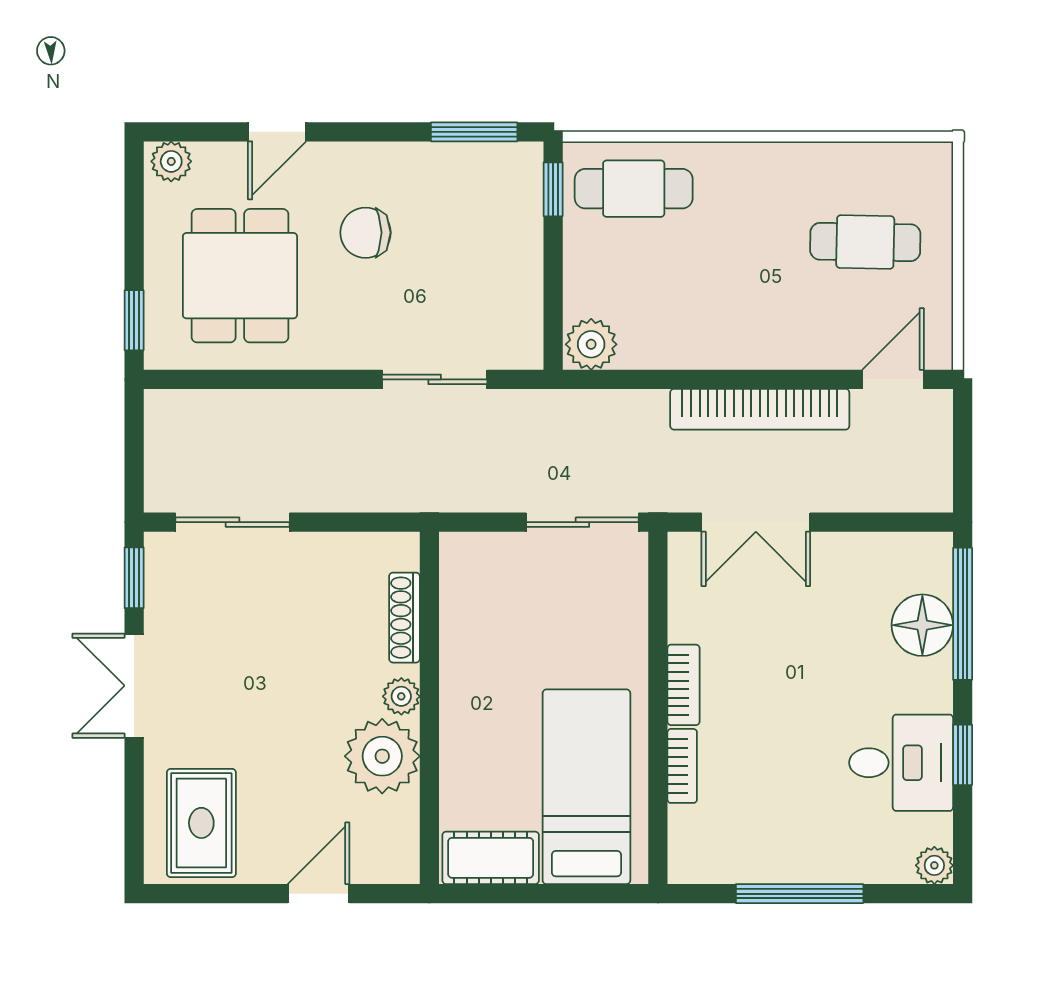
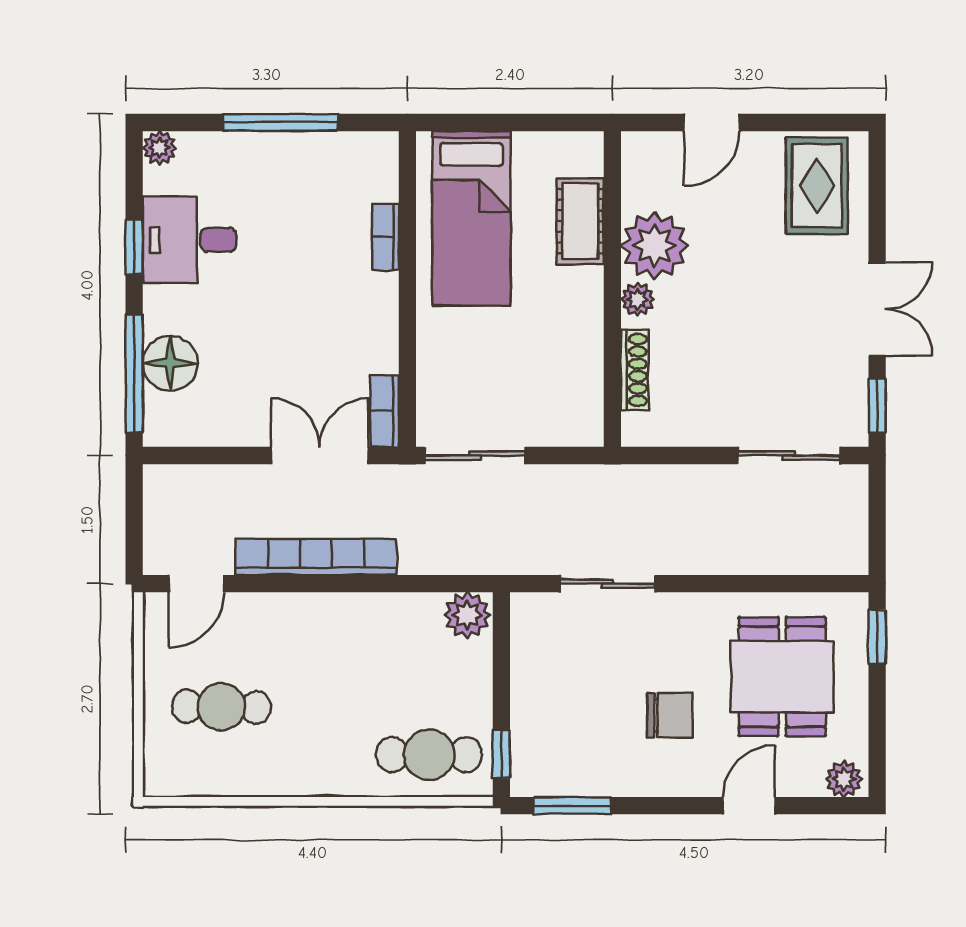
bookcase: (683, 685) -> (384, 411), moved
cot: (491, 858) -> (580, 221), moved, turned 90

